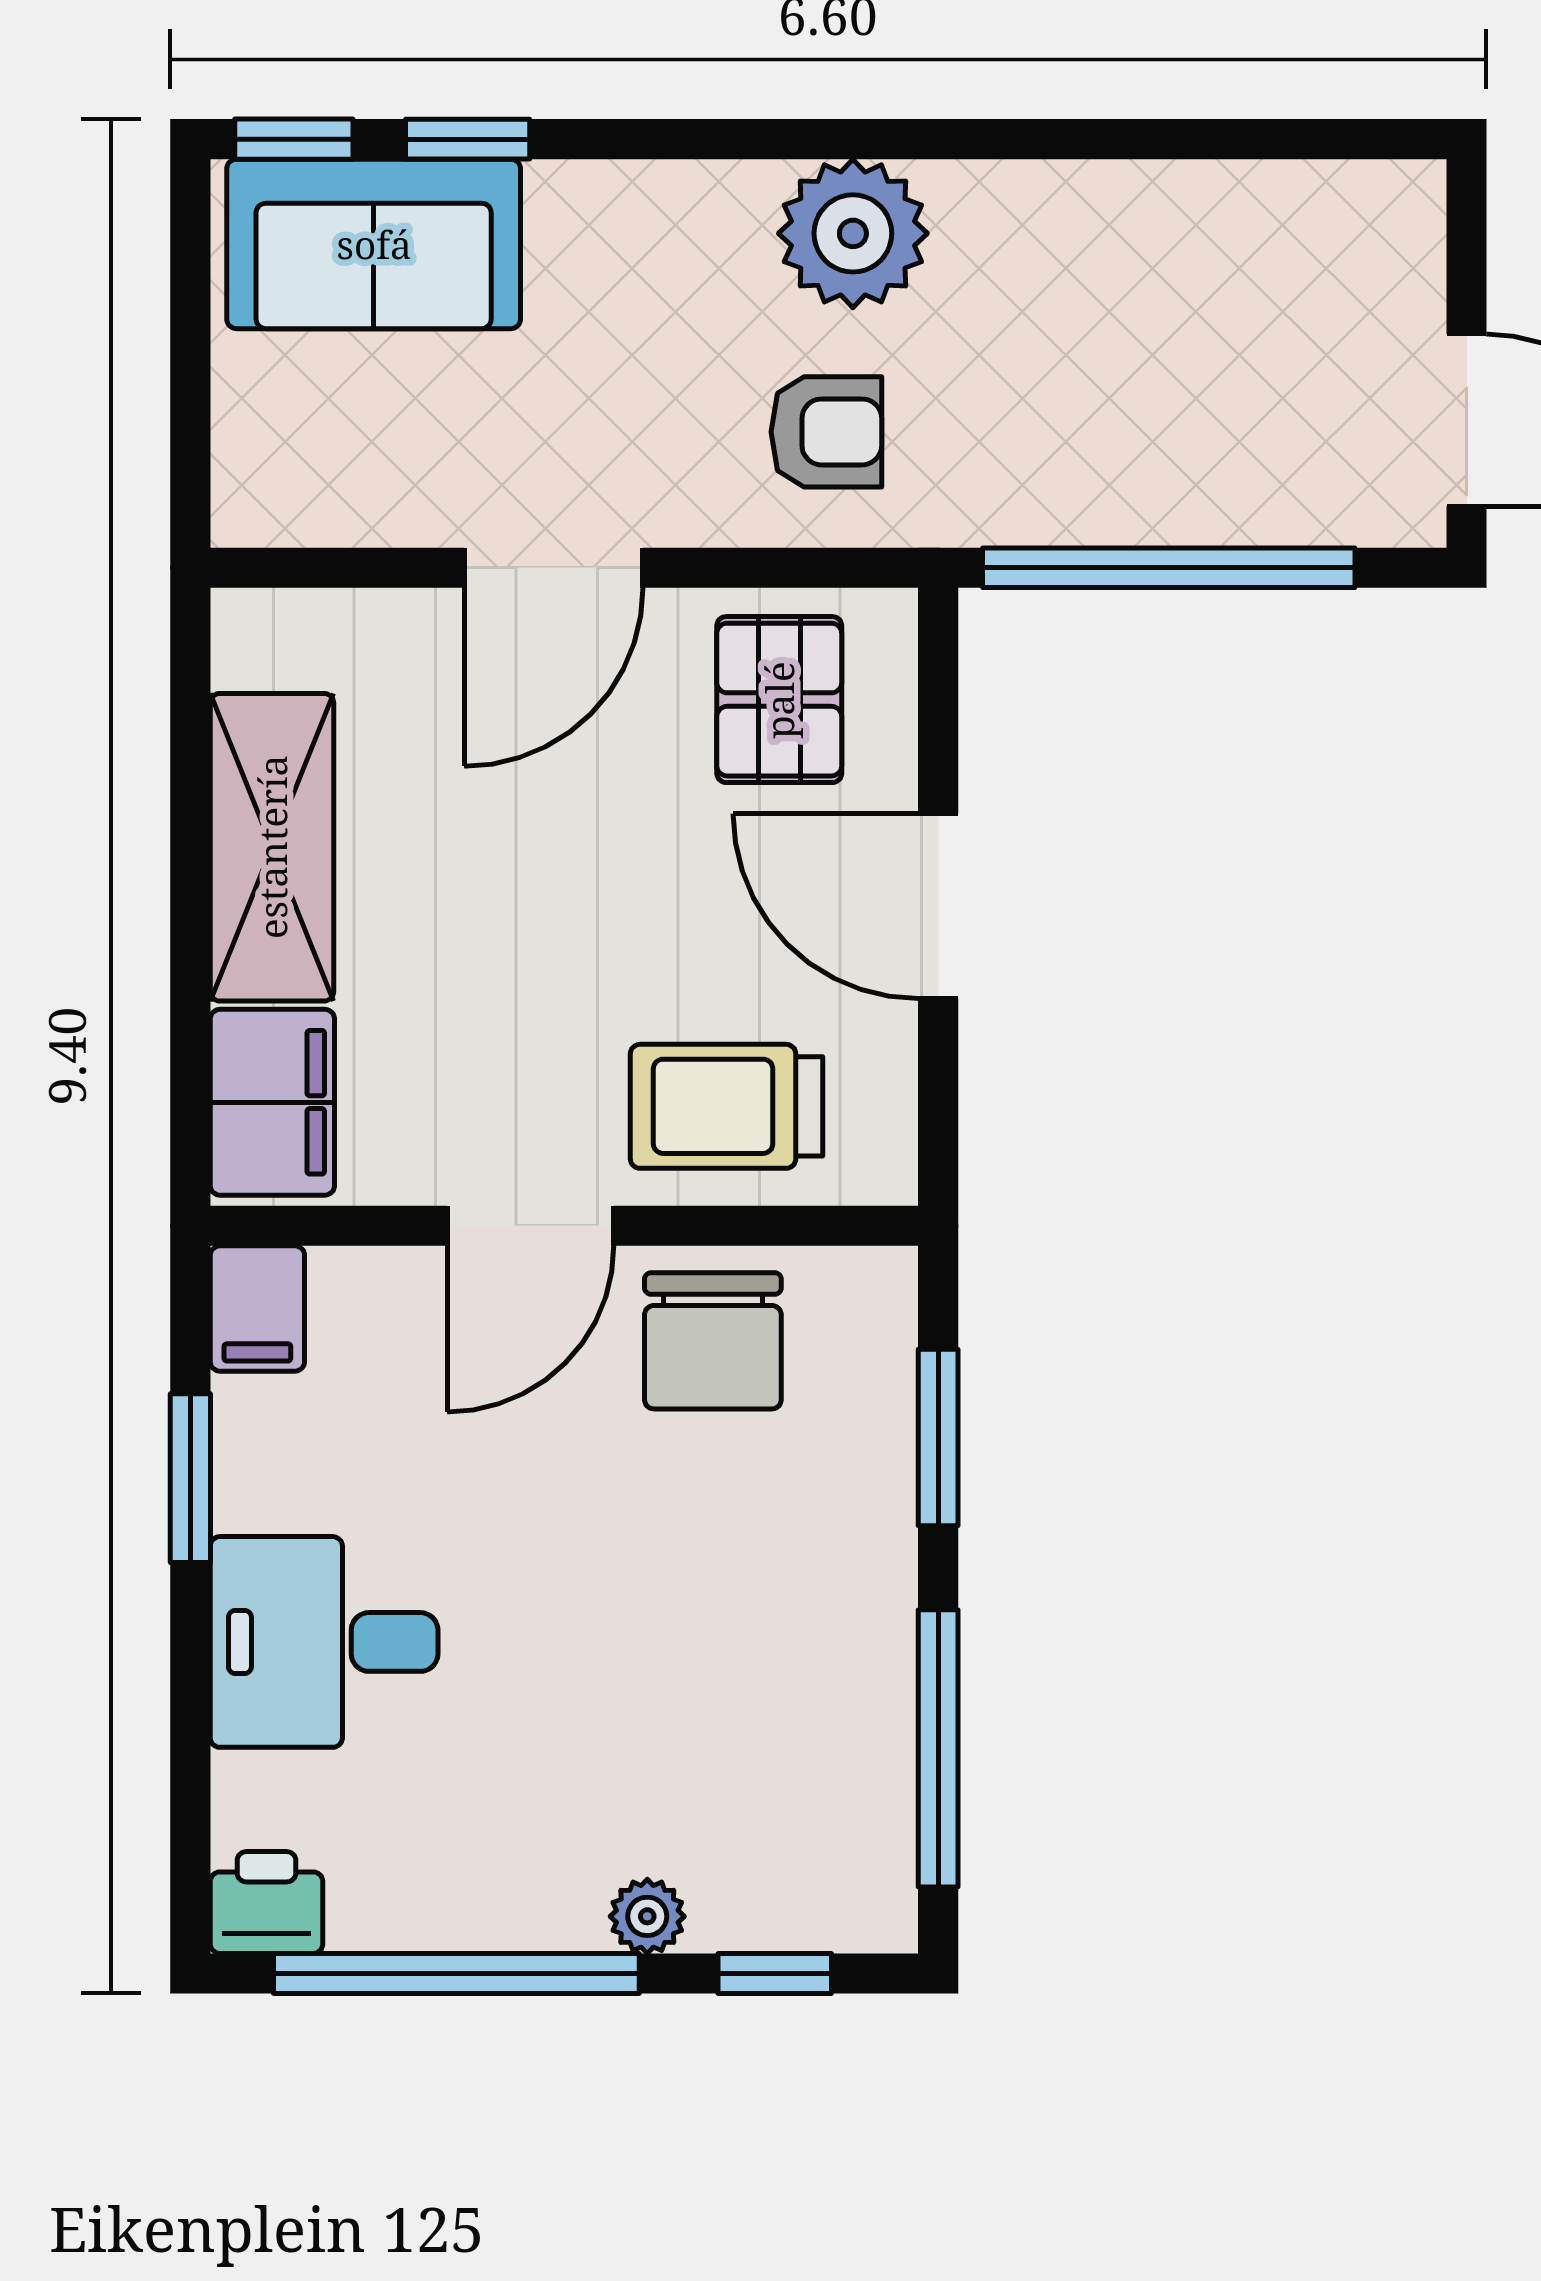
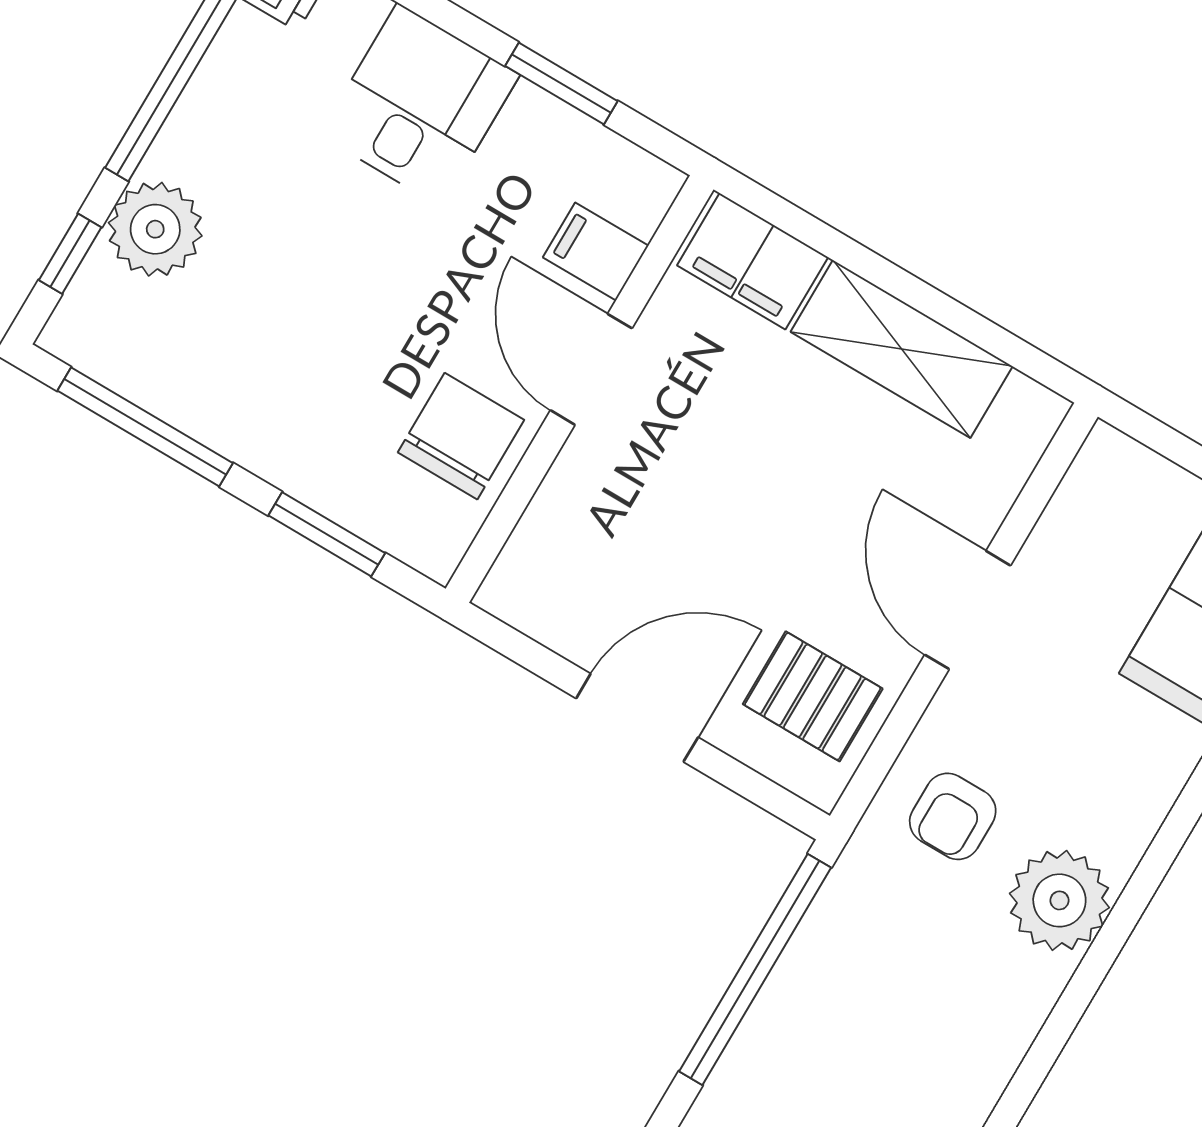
trolley: (727, 1106) -> (593, 525), removed
filing cabinet: (257, 1308) -> (596, 252), moved
chair: (713, 1341) -> (461, 436), turned 90
plant: (647, 1916) -> (155, 229), width x1.88, depth x1.88

